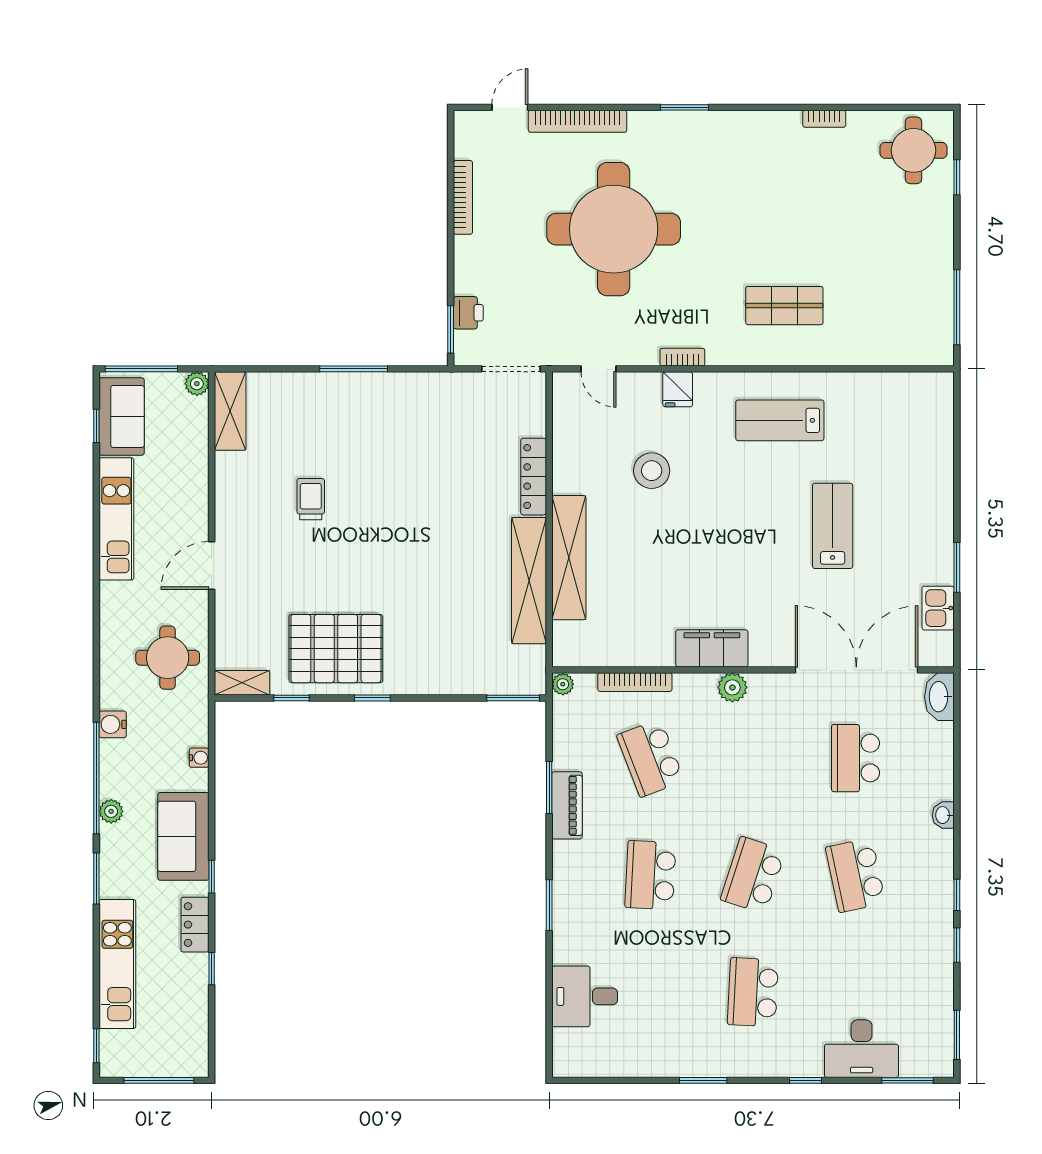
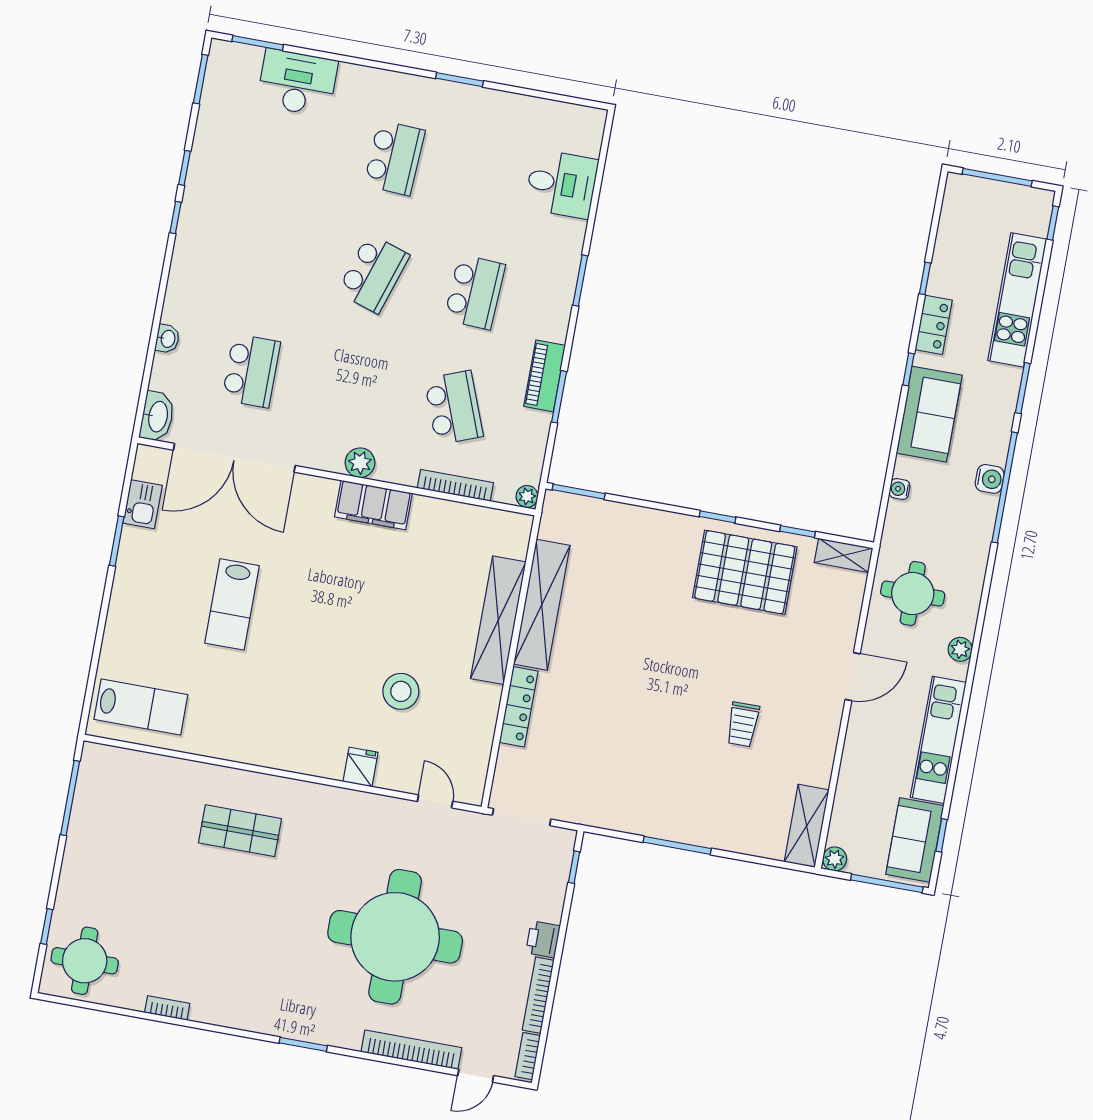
printer: (468, 313) -> (543, 939), moved
window: (451, 329) -> (574, 867), width x0.67
bookcase: (682, 357) -> (528, 1056), moved, turned 90
lab bench: (780, 420) -> (141, 707), moved
water cooler: (113, 724) -> (990, 479), moved
plant: (111, 811) -> (960, 649), moved
washbasin: (943, 815) -> (167, 339), moved
school desk: (855, 875) -> (272, 255), removed
window: (805, 1080) -> (358, 61), removed

